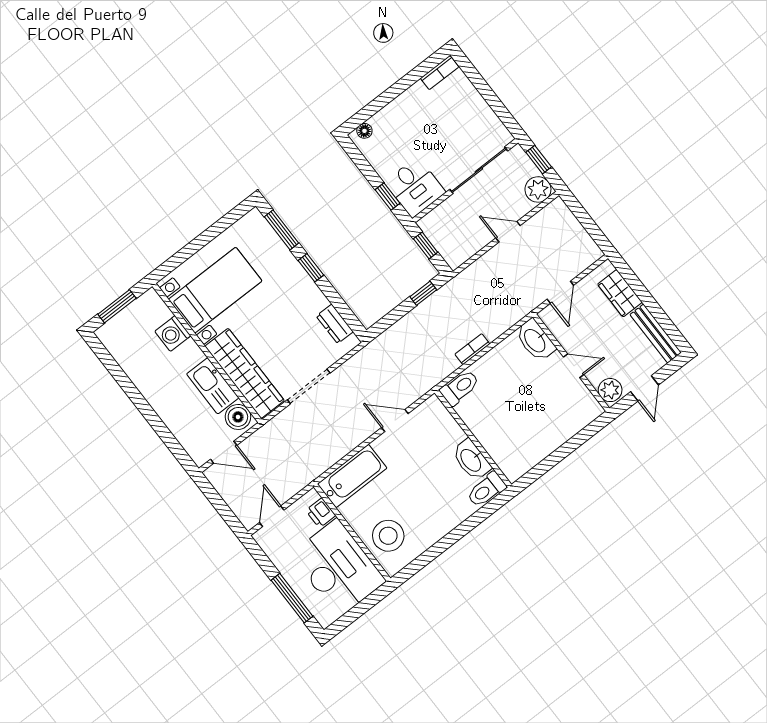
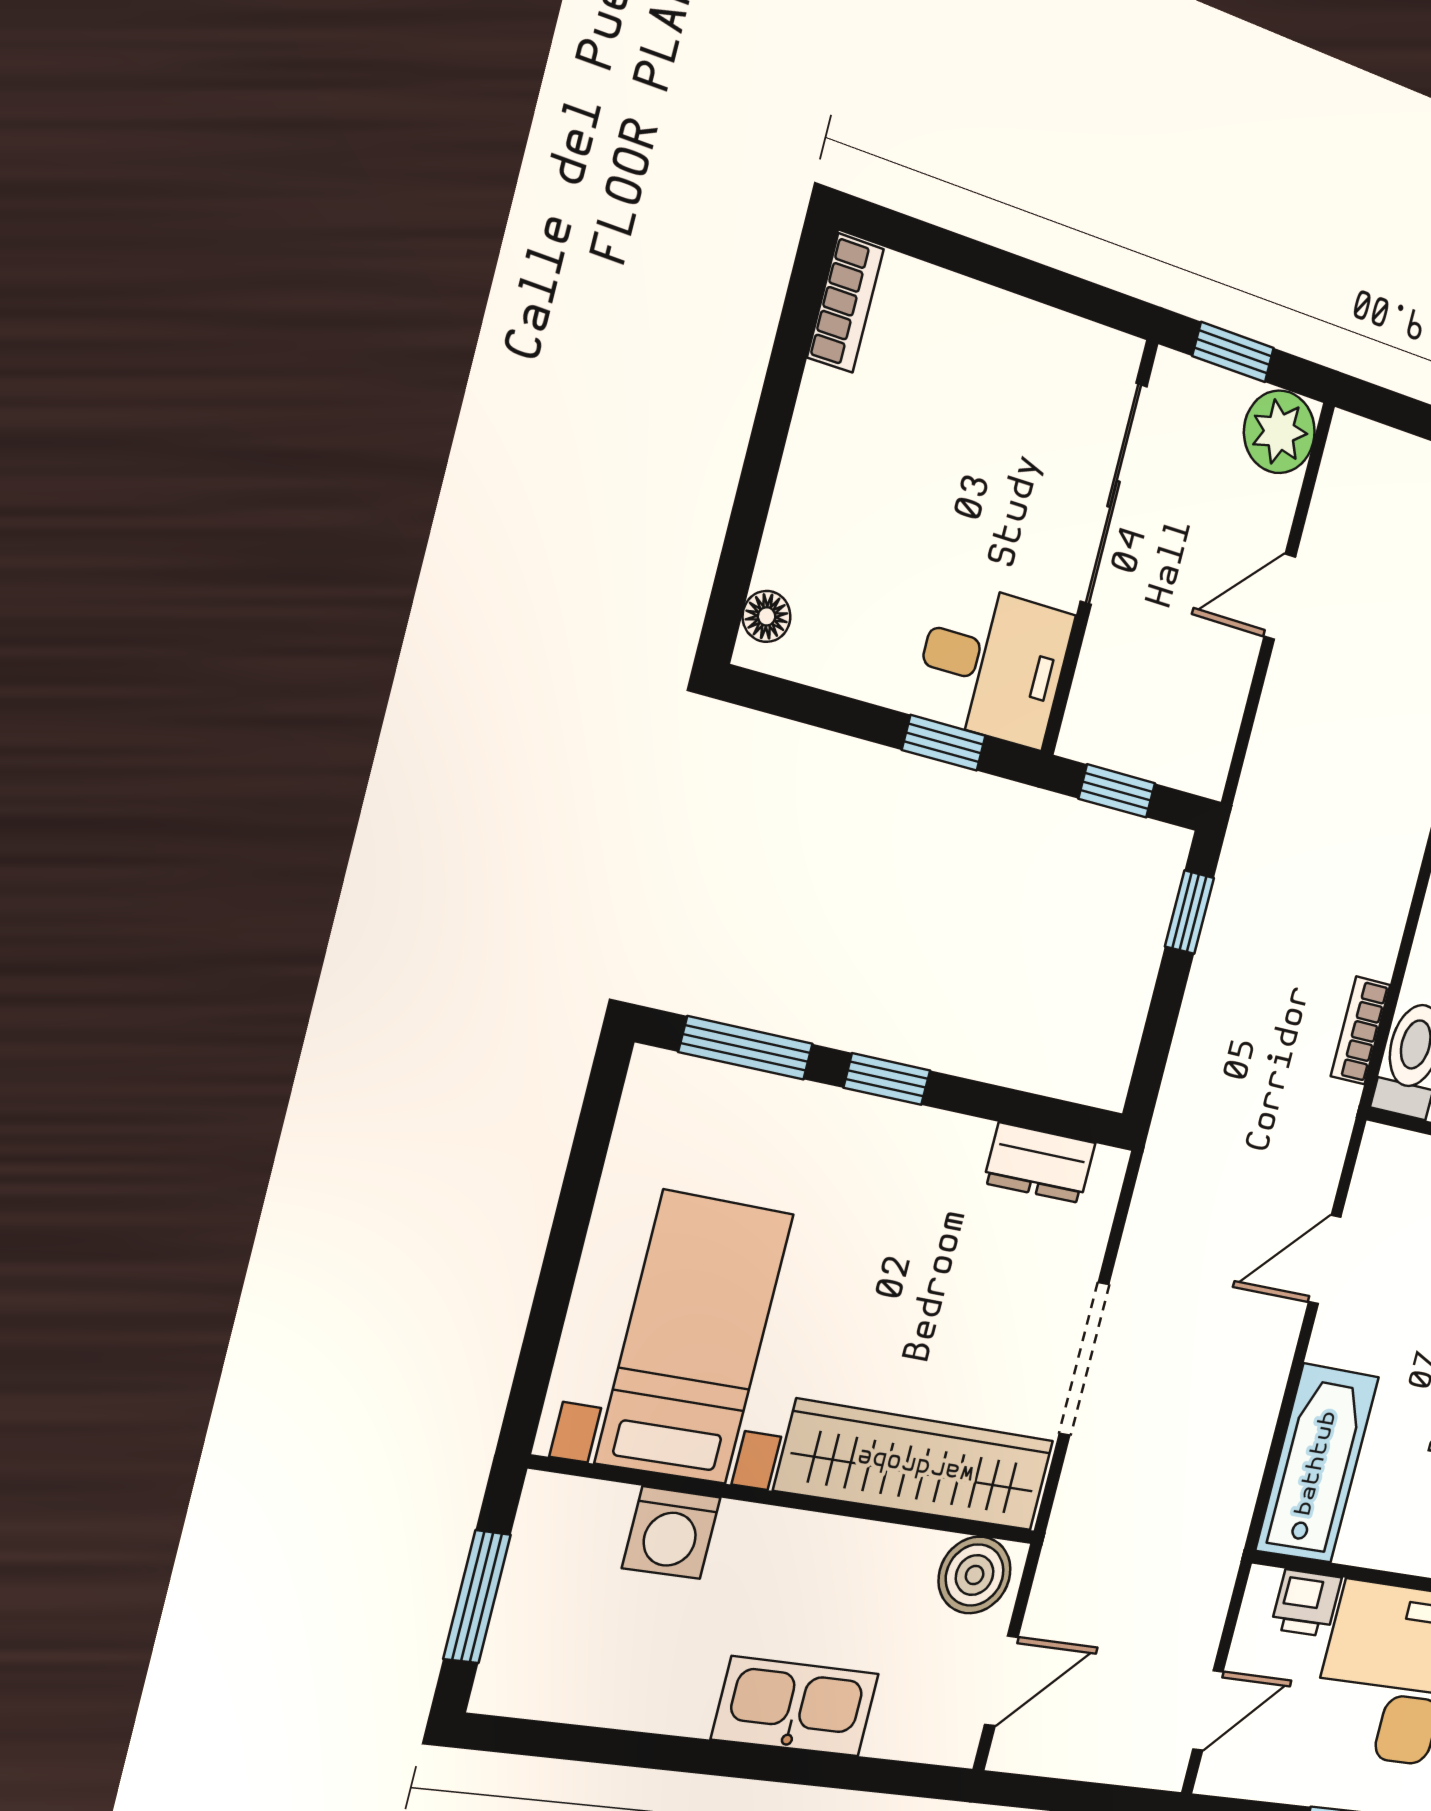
bookcase: (472, 349) -> (1360, 1030), moved
kitchen sink: (213, 386) -> (795, 1706), moved, turned 180
door: (272, 516) -> (1208, 1710), swing flipped

